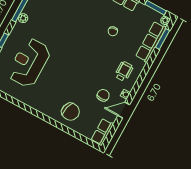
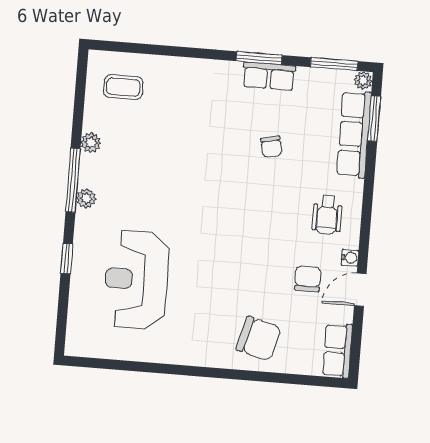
wheelchair: (124, 71) -> (327, 215), turned 180

